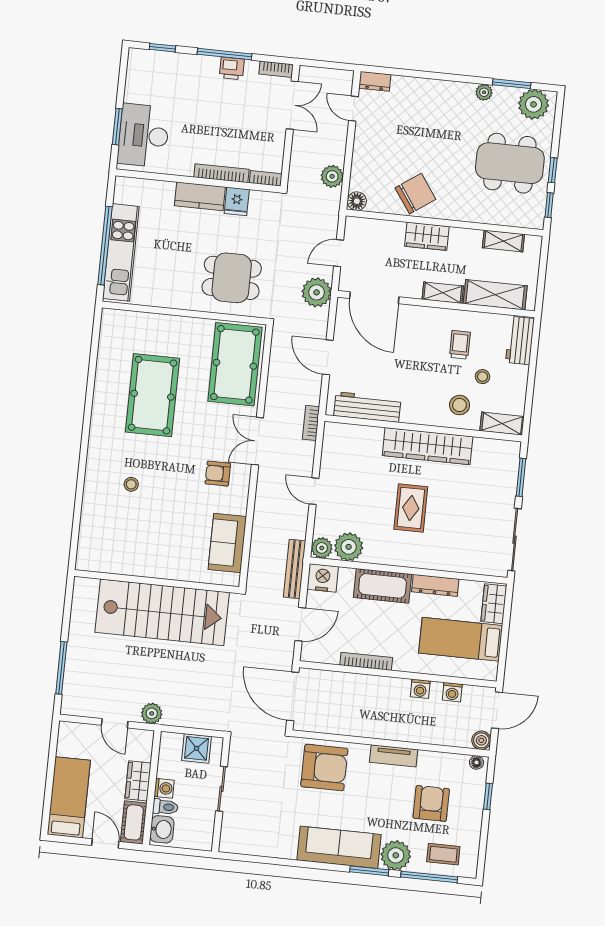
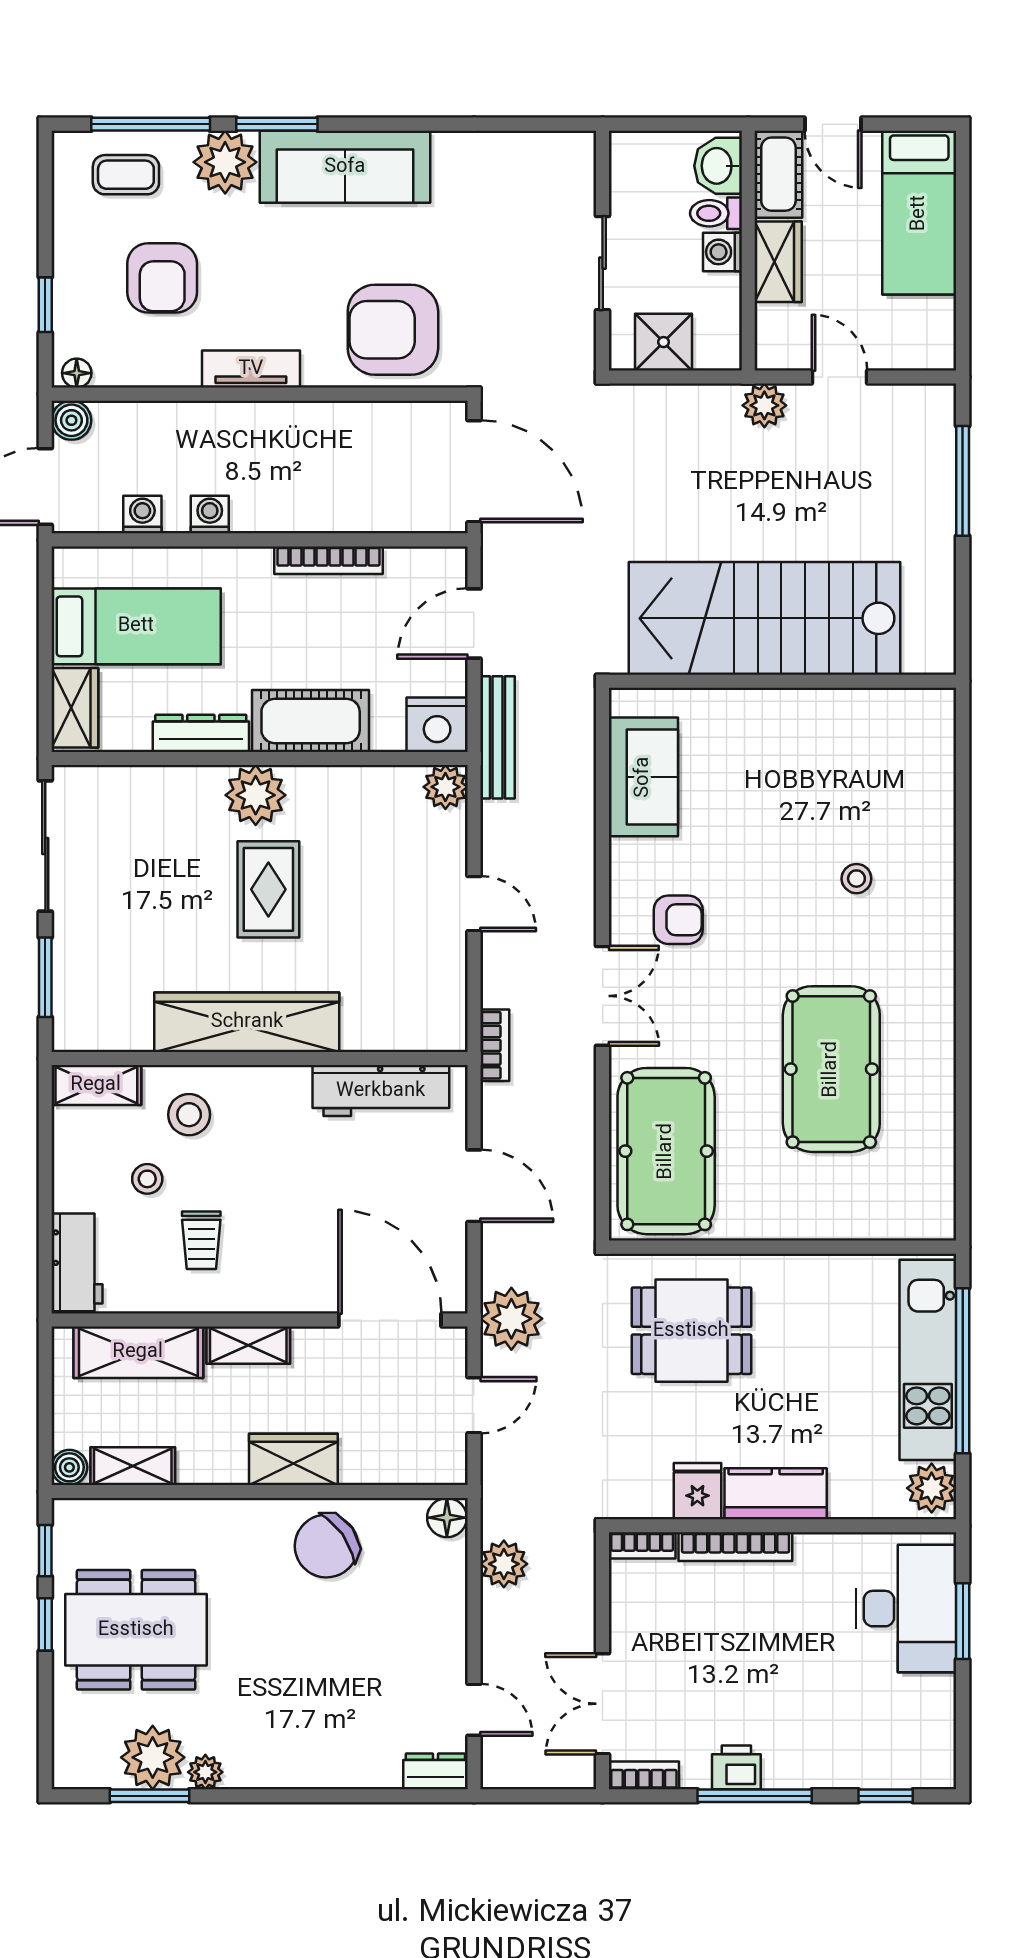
plant: (534, 104) -> (153, 1757), moved
plant: (125, 191) -> (932, 1488), added
boiler: (534, 244) -> (69, 1467), added
plant: (349, 547) -> (256, 795), moved

